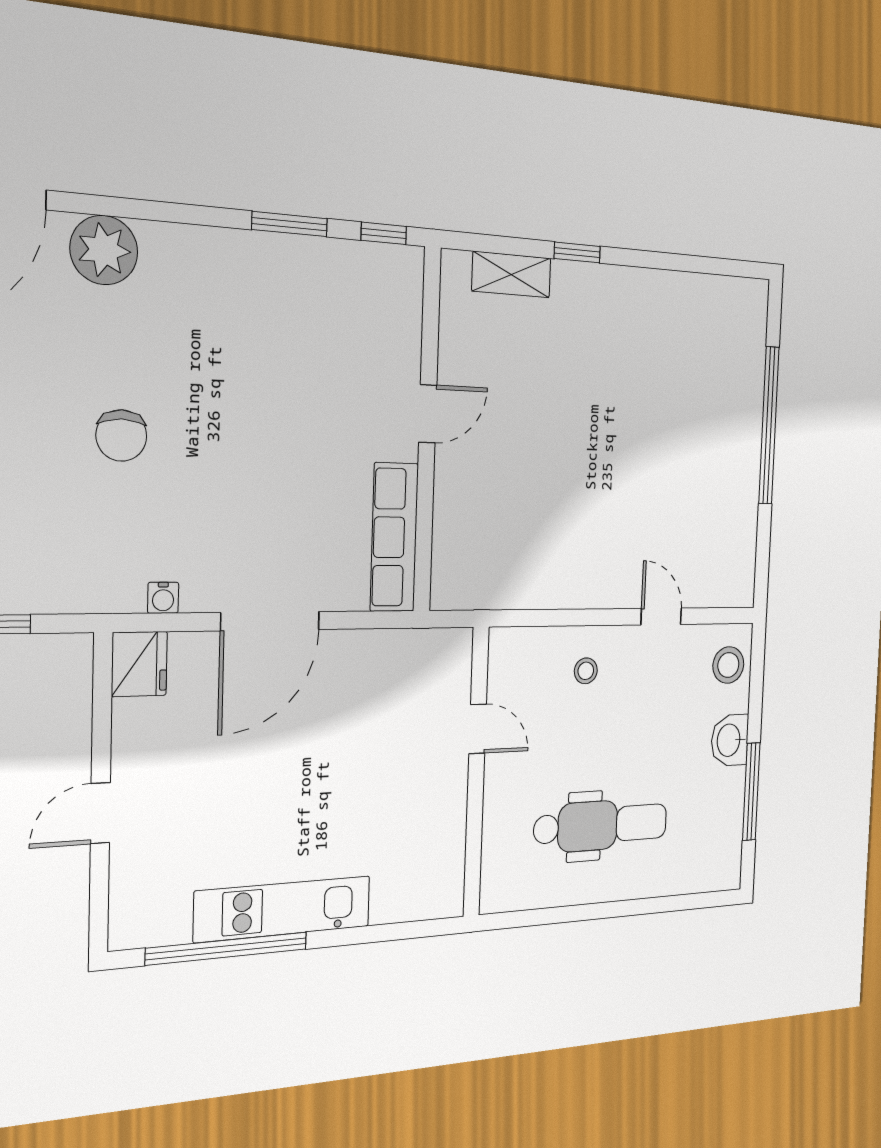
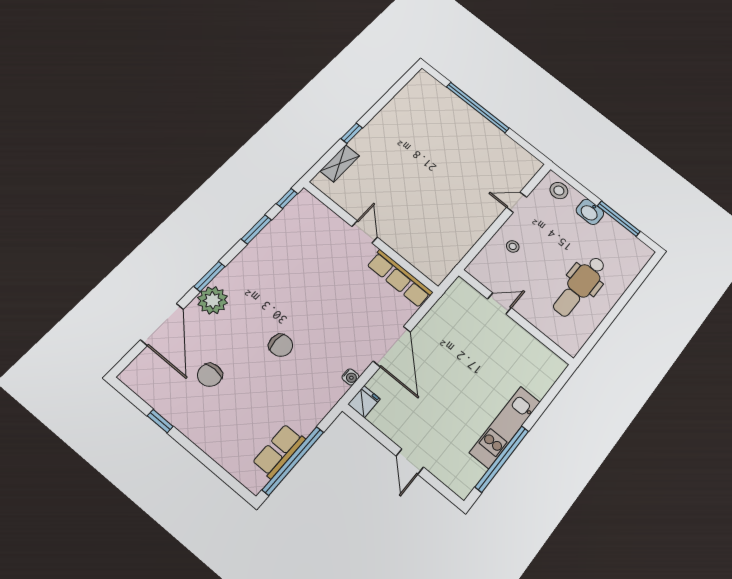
window: (142, 209) -> (210, 277), added
fridge: (139, 664) -> (364, 402), width x0.72
dental chair: (601, 825) -> (580, 286), turned 180

